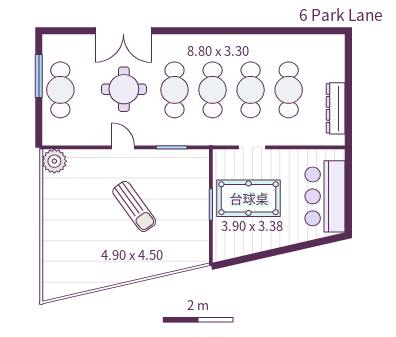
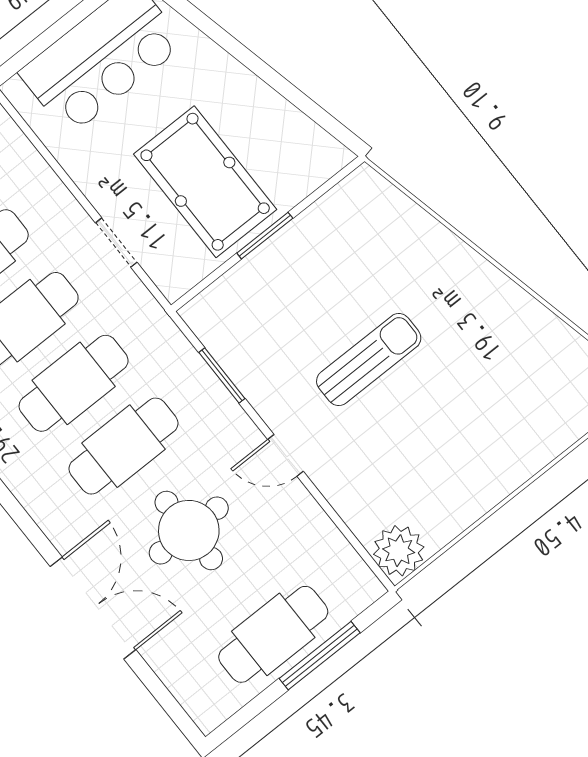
window: (39, 76) -> (320, 656), moved
door: (123, 147) -> (285, 455), hinge flipped
sun lounger: (134, 206) -> (369, 360), turned 36

